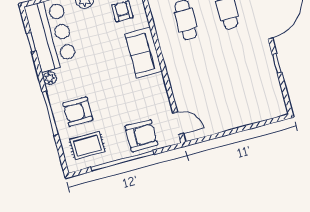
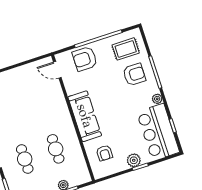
sofa: (143, 53) -> (85, 116), width x1.36

